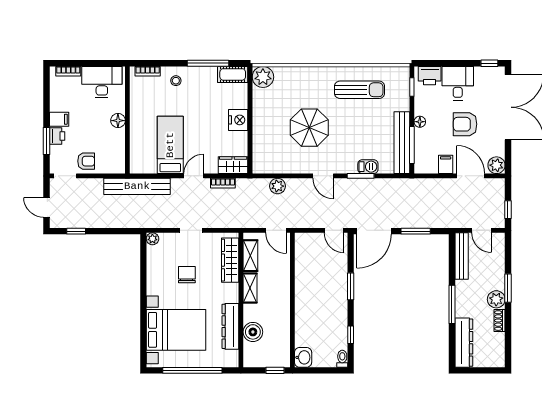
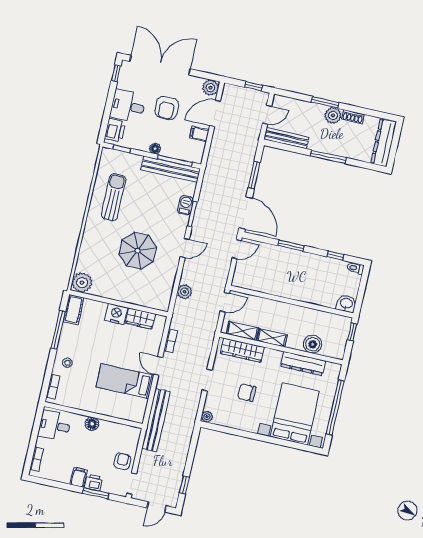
desk: (102, 82) -> (55, 426), width x0.73
wardrobe: (233, 165) -> (140, 318), moved, turned -90
dresser: (464, 343) -> (384, 143), moved, turned -90

